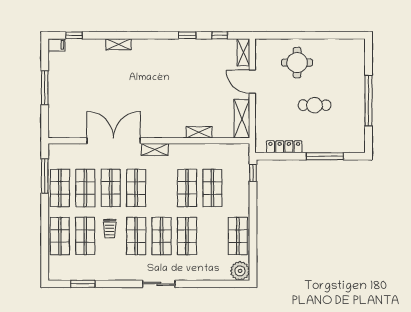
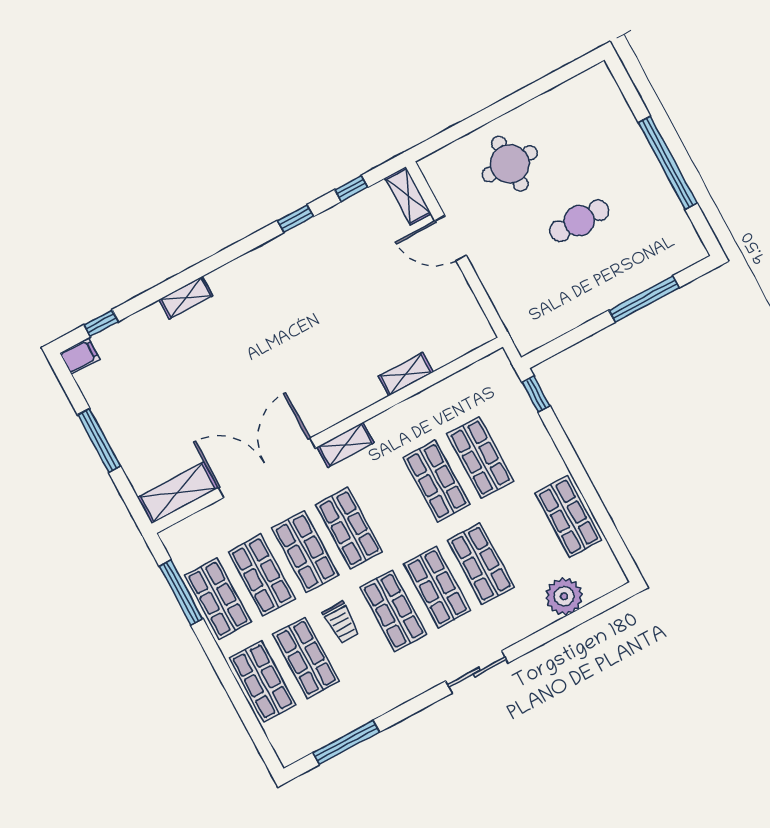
shelving: (242, 119) -> (178, 493), moved, turned 90
locker: (284, 147) -> (566, 320), removed
plant: (240, 271) -> (564, 596), moved
window: (83, 284) -> (346, 742), width x1.44

